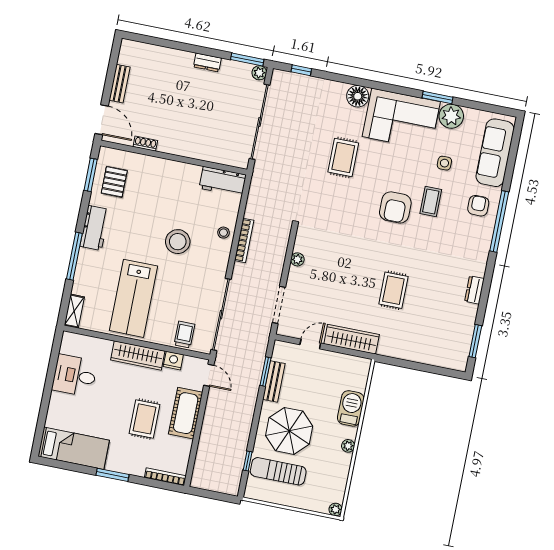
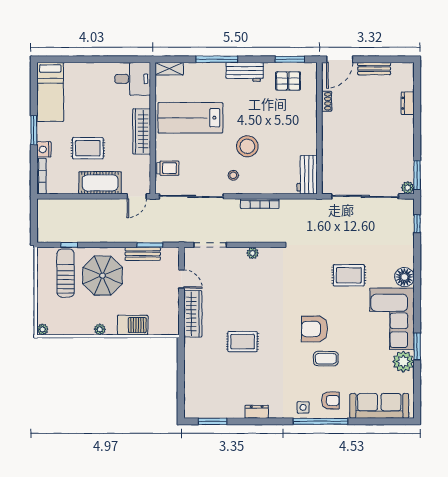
dresser: (207, 62) -> (408, 103), moved
side table: (444, 163) -> (303, 407), moved
stool: (223, 233) -> (233, 175), moved
nightstand: (173, 361) -> (44, 149), moved, turned 180
desk: (75, 376) -> (133, 79), moved, turned 90

